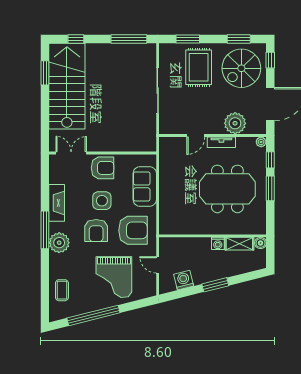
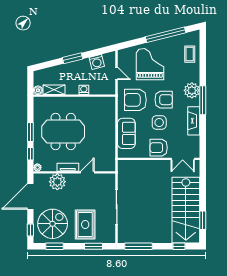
armchair: (96, 231) -> (164, 100), turned 90
washing machine: (218, 243) -> (84, 90), moved

